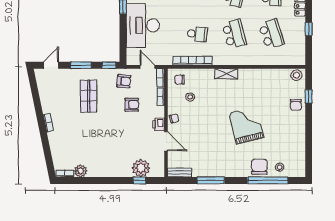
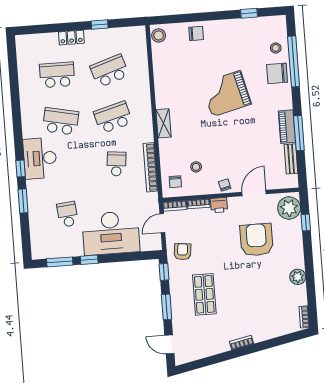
shop shelf: (89, 96) -> (204, 294), turned 90
window: (309, 96) -> (249, 13), moved
armchair: (132, 105) -> (256, 240), moved, width x1.88, depth x1.88
printer: (158, 124) -> (219, 205), moved
plant: (141, 168) -> (289, 208), moved
plant: (81, 171) -> (298, 277), moved
piano: (217, 171) -> (287, 127), added
bench: (179, 173) -> (291, 159), moved

